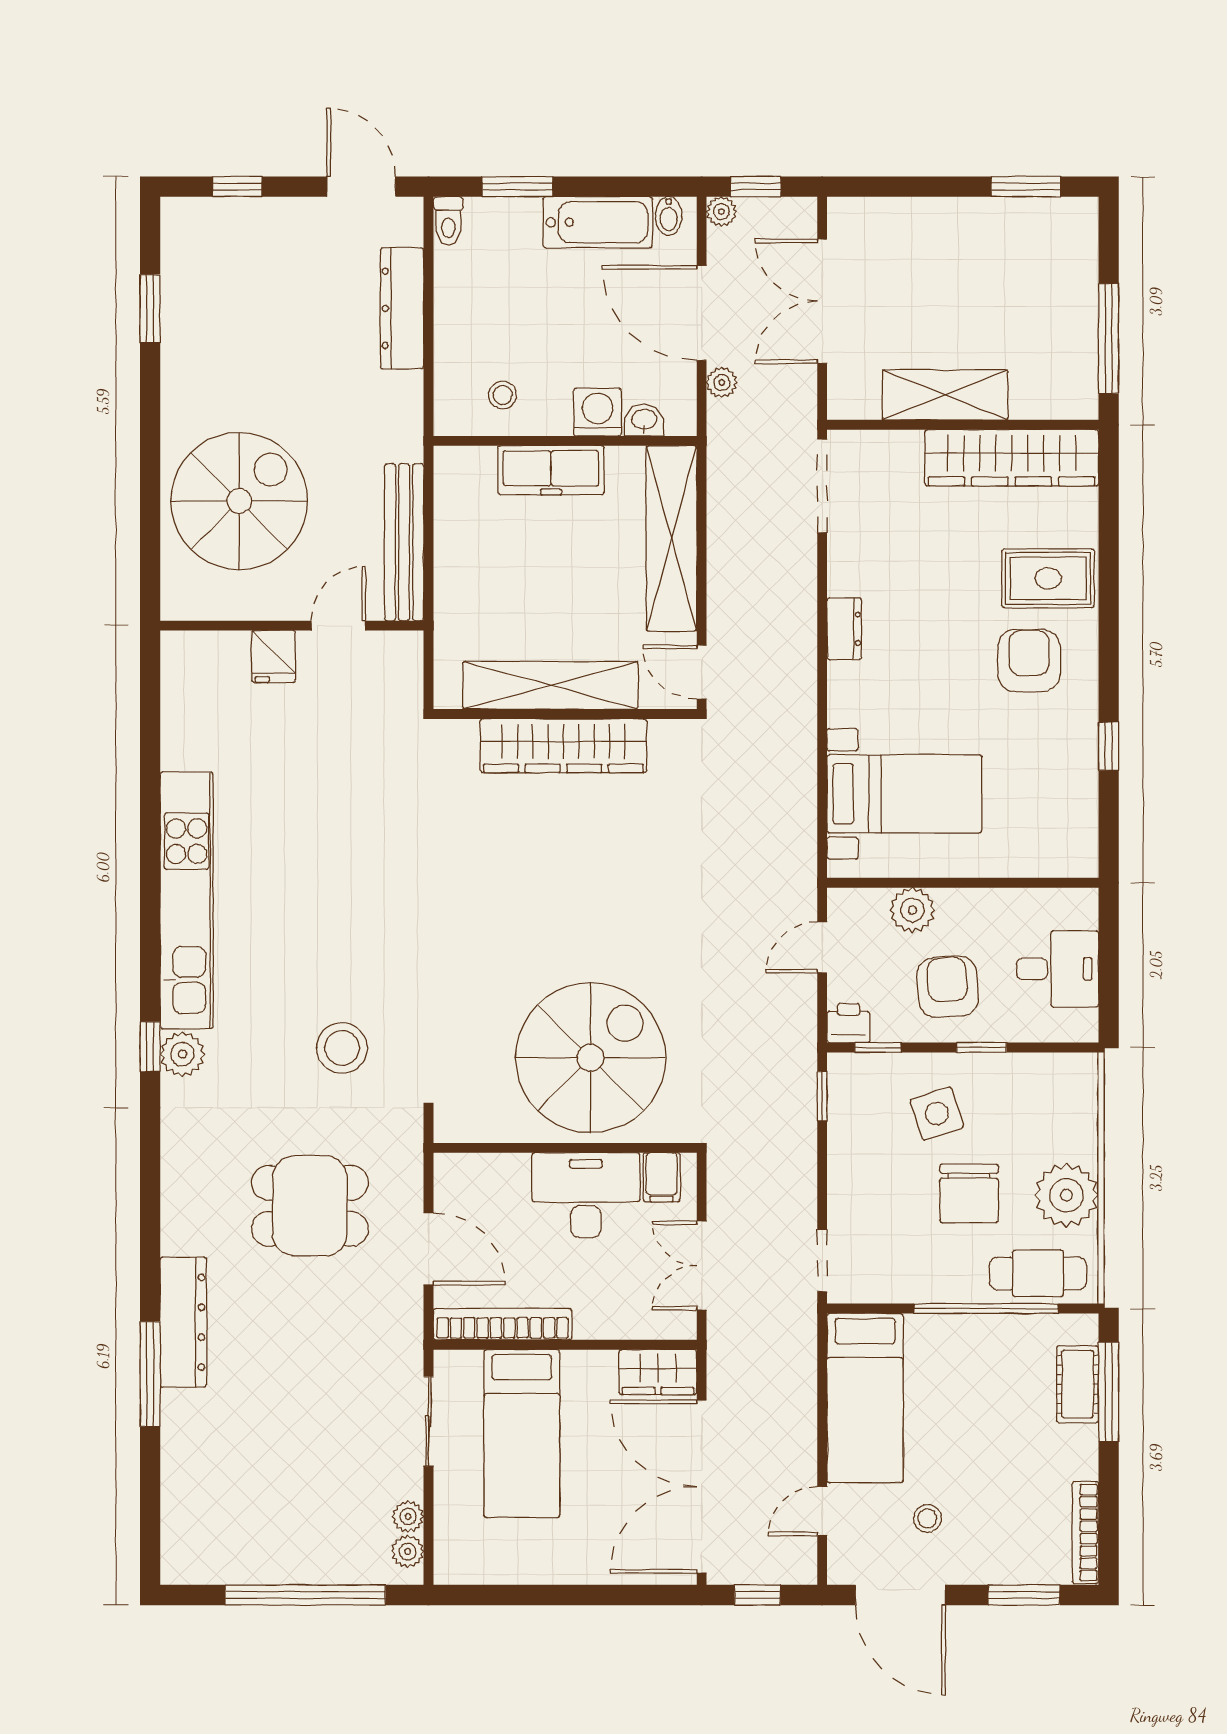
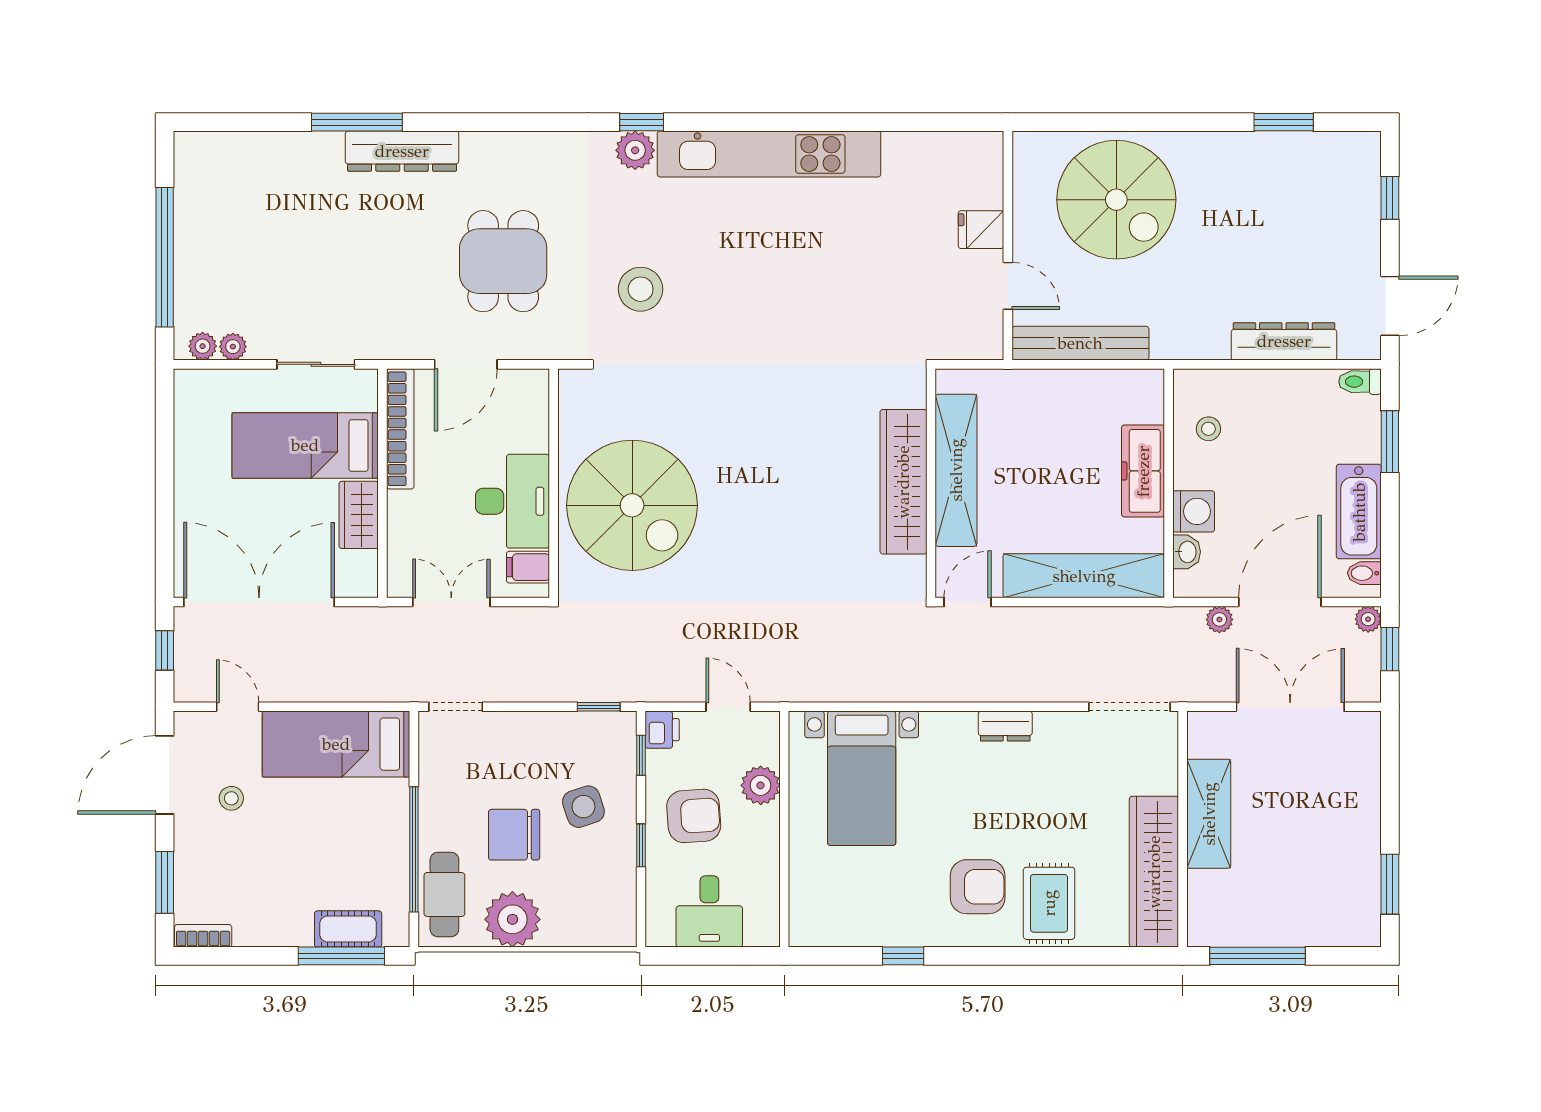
wardrobe: (658, 1372) -> (359, 515), moved
bookcase: (1085, 1532) -> (203, 936), width x0.64

